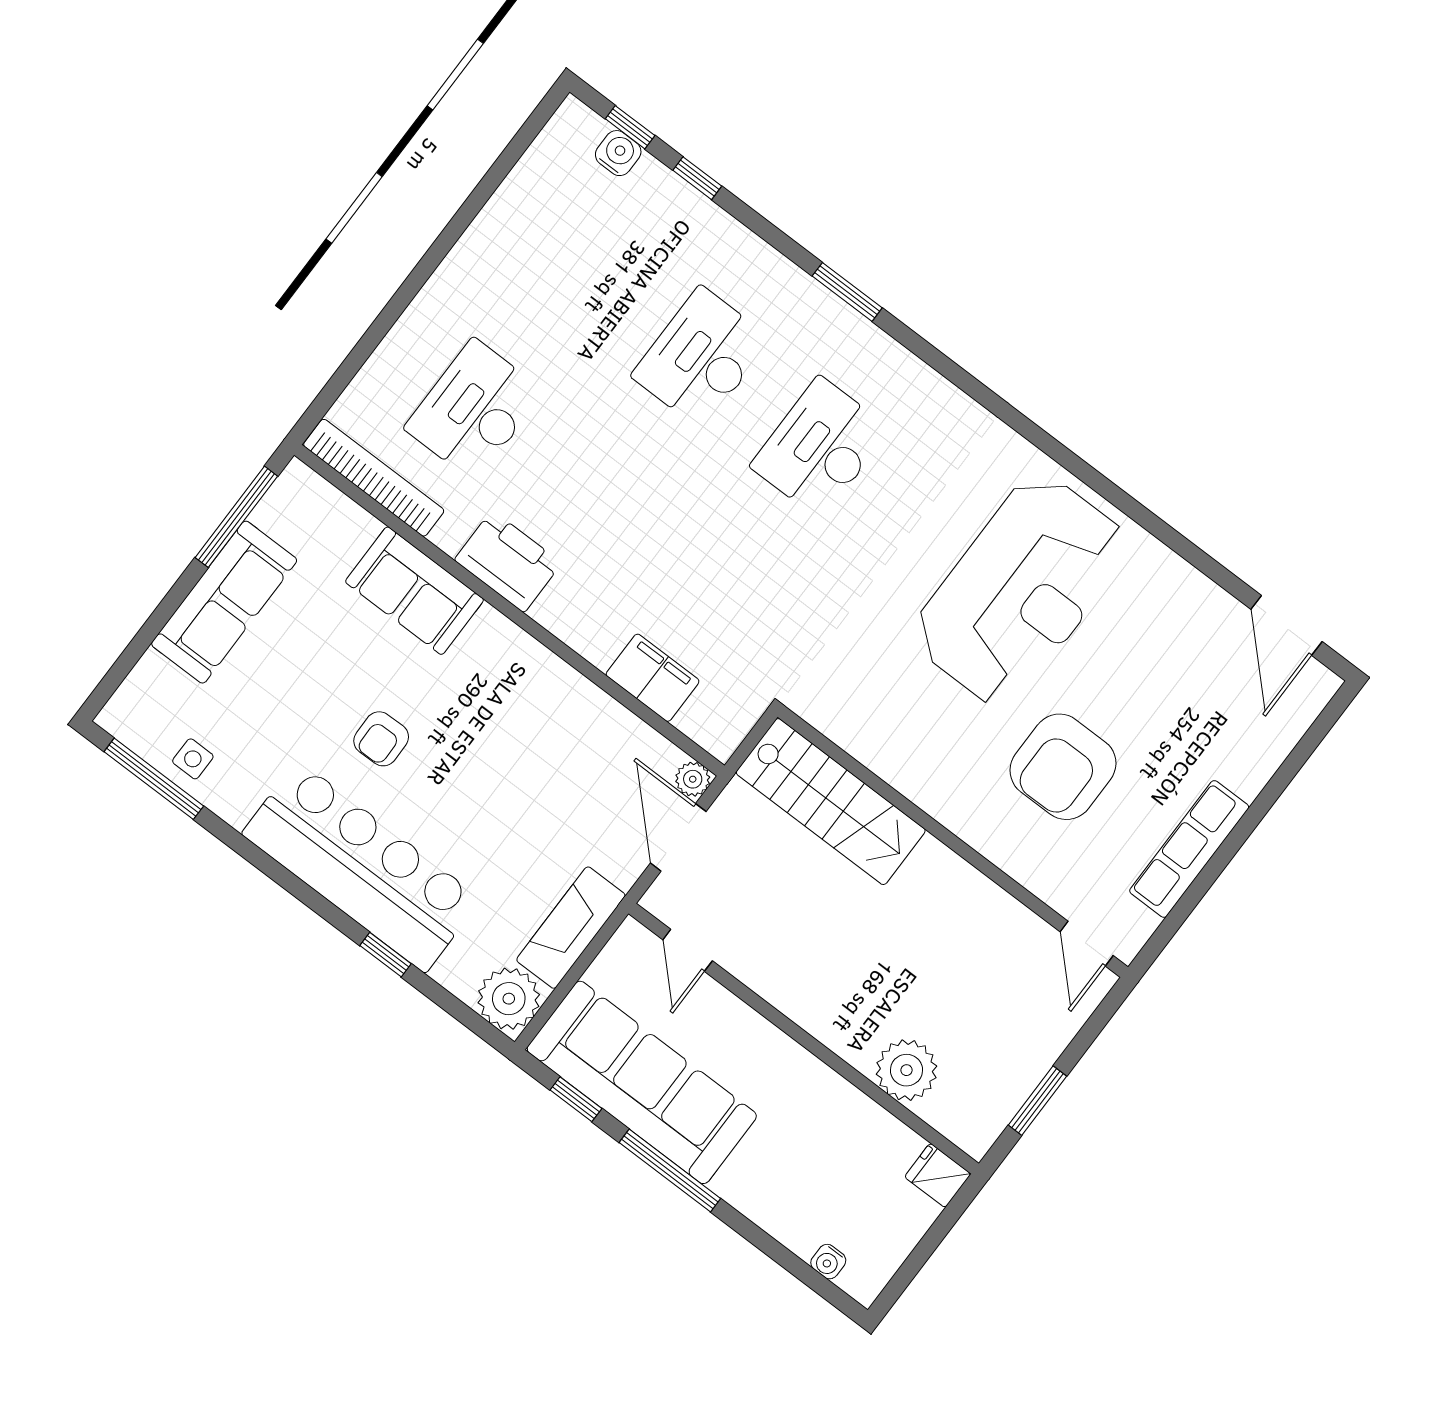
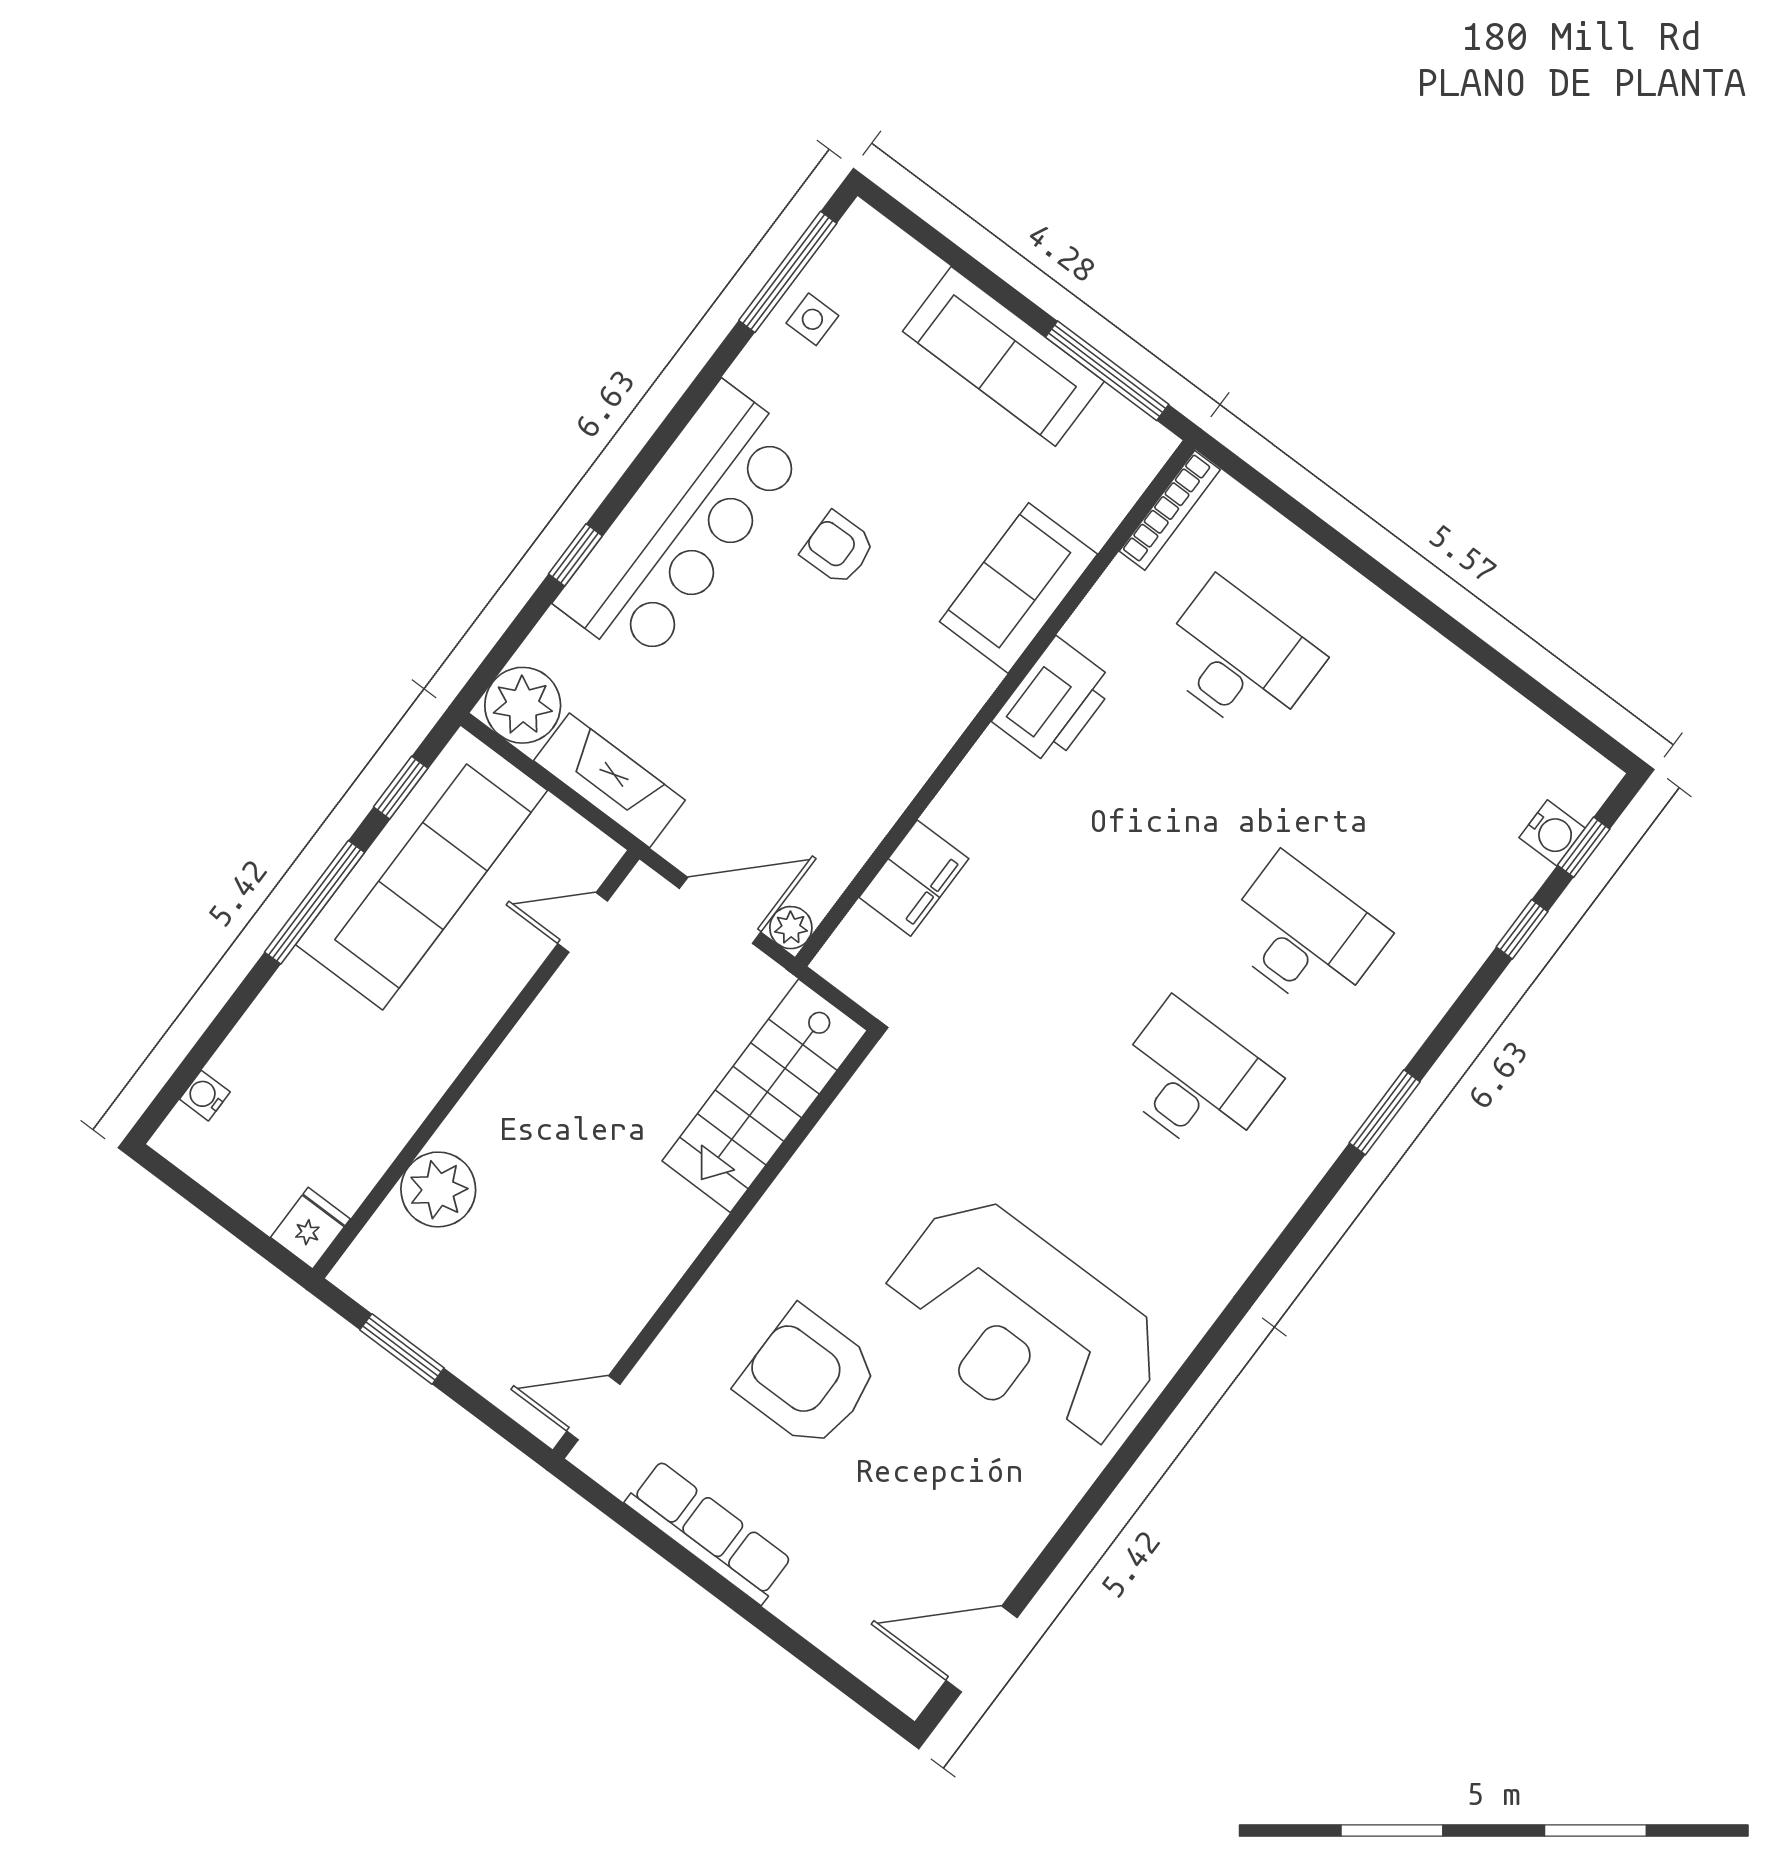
bookcase: (374, 478) -> (1170, 510), width x0.68, depth x0.76

